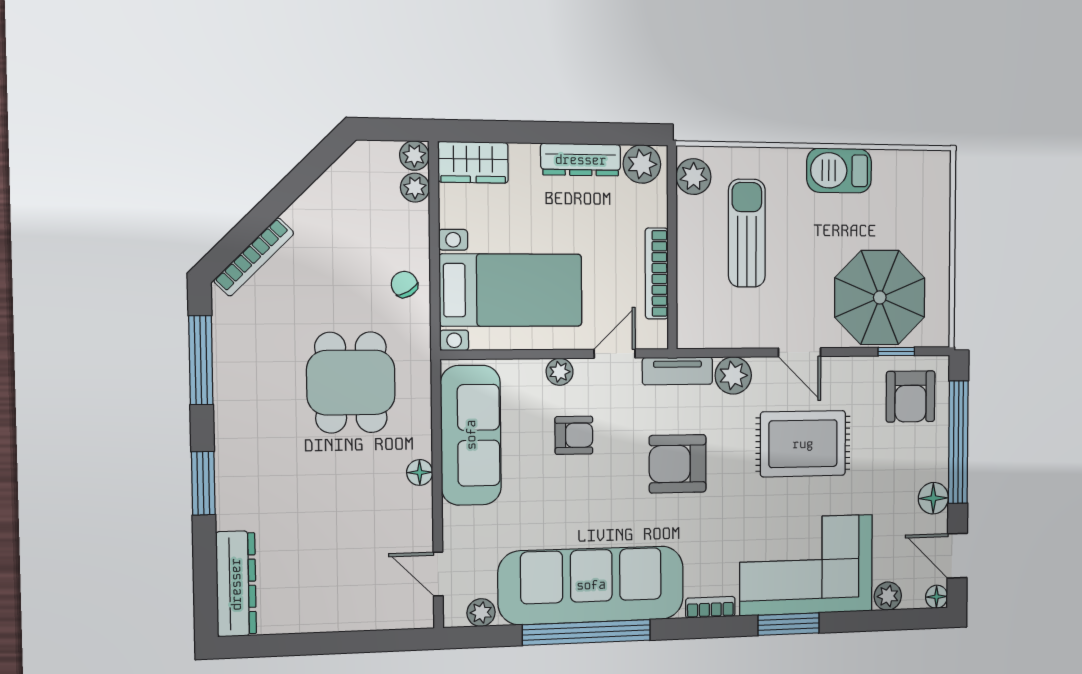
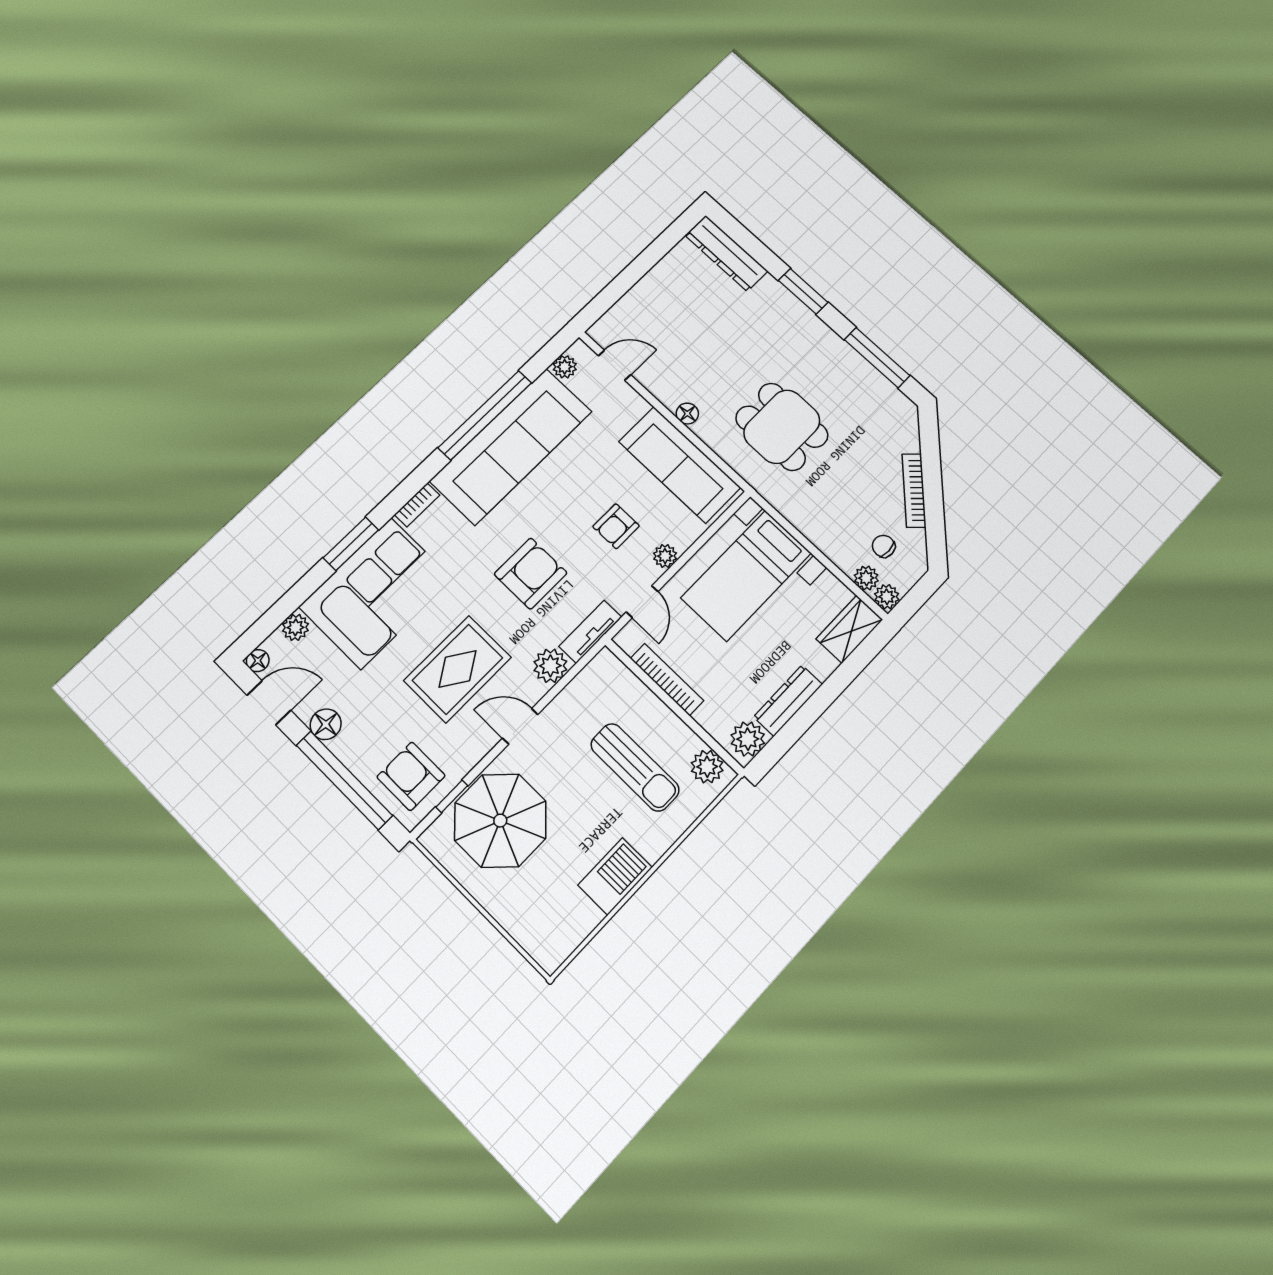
bookcase: (254, 257) -> (914, 491), moved
chair: (404, 284) -> (884, 546), moved, turned -149

